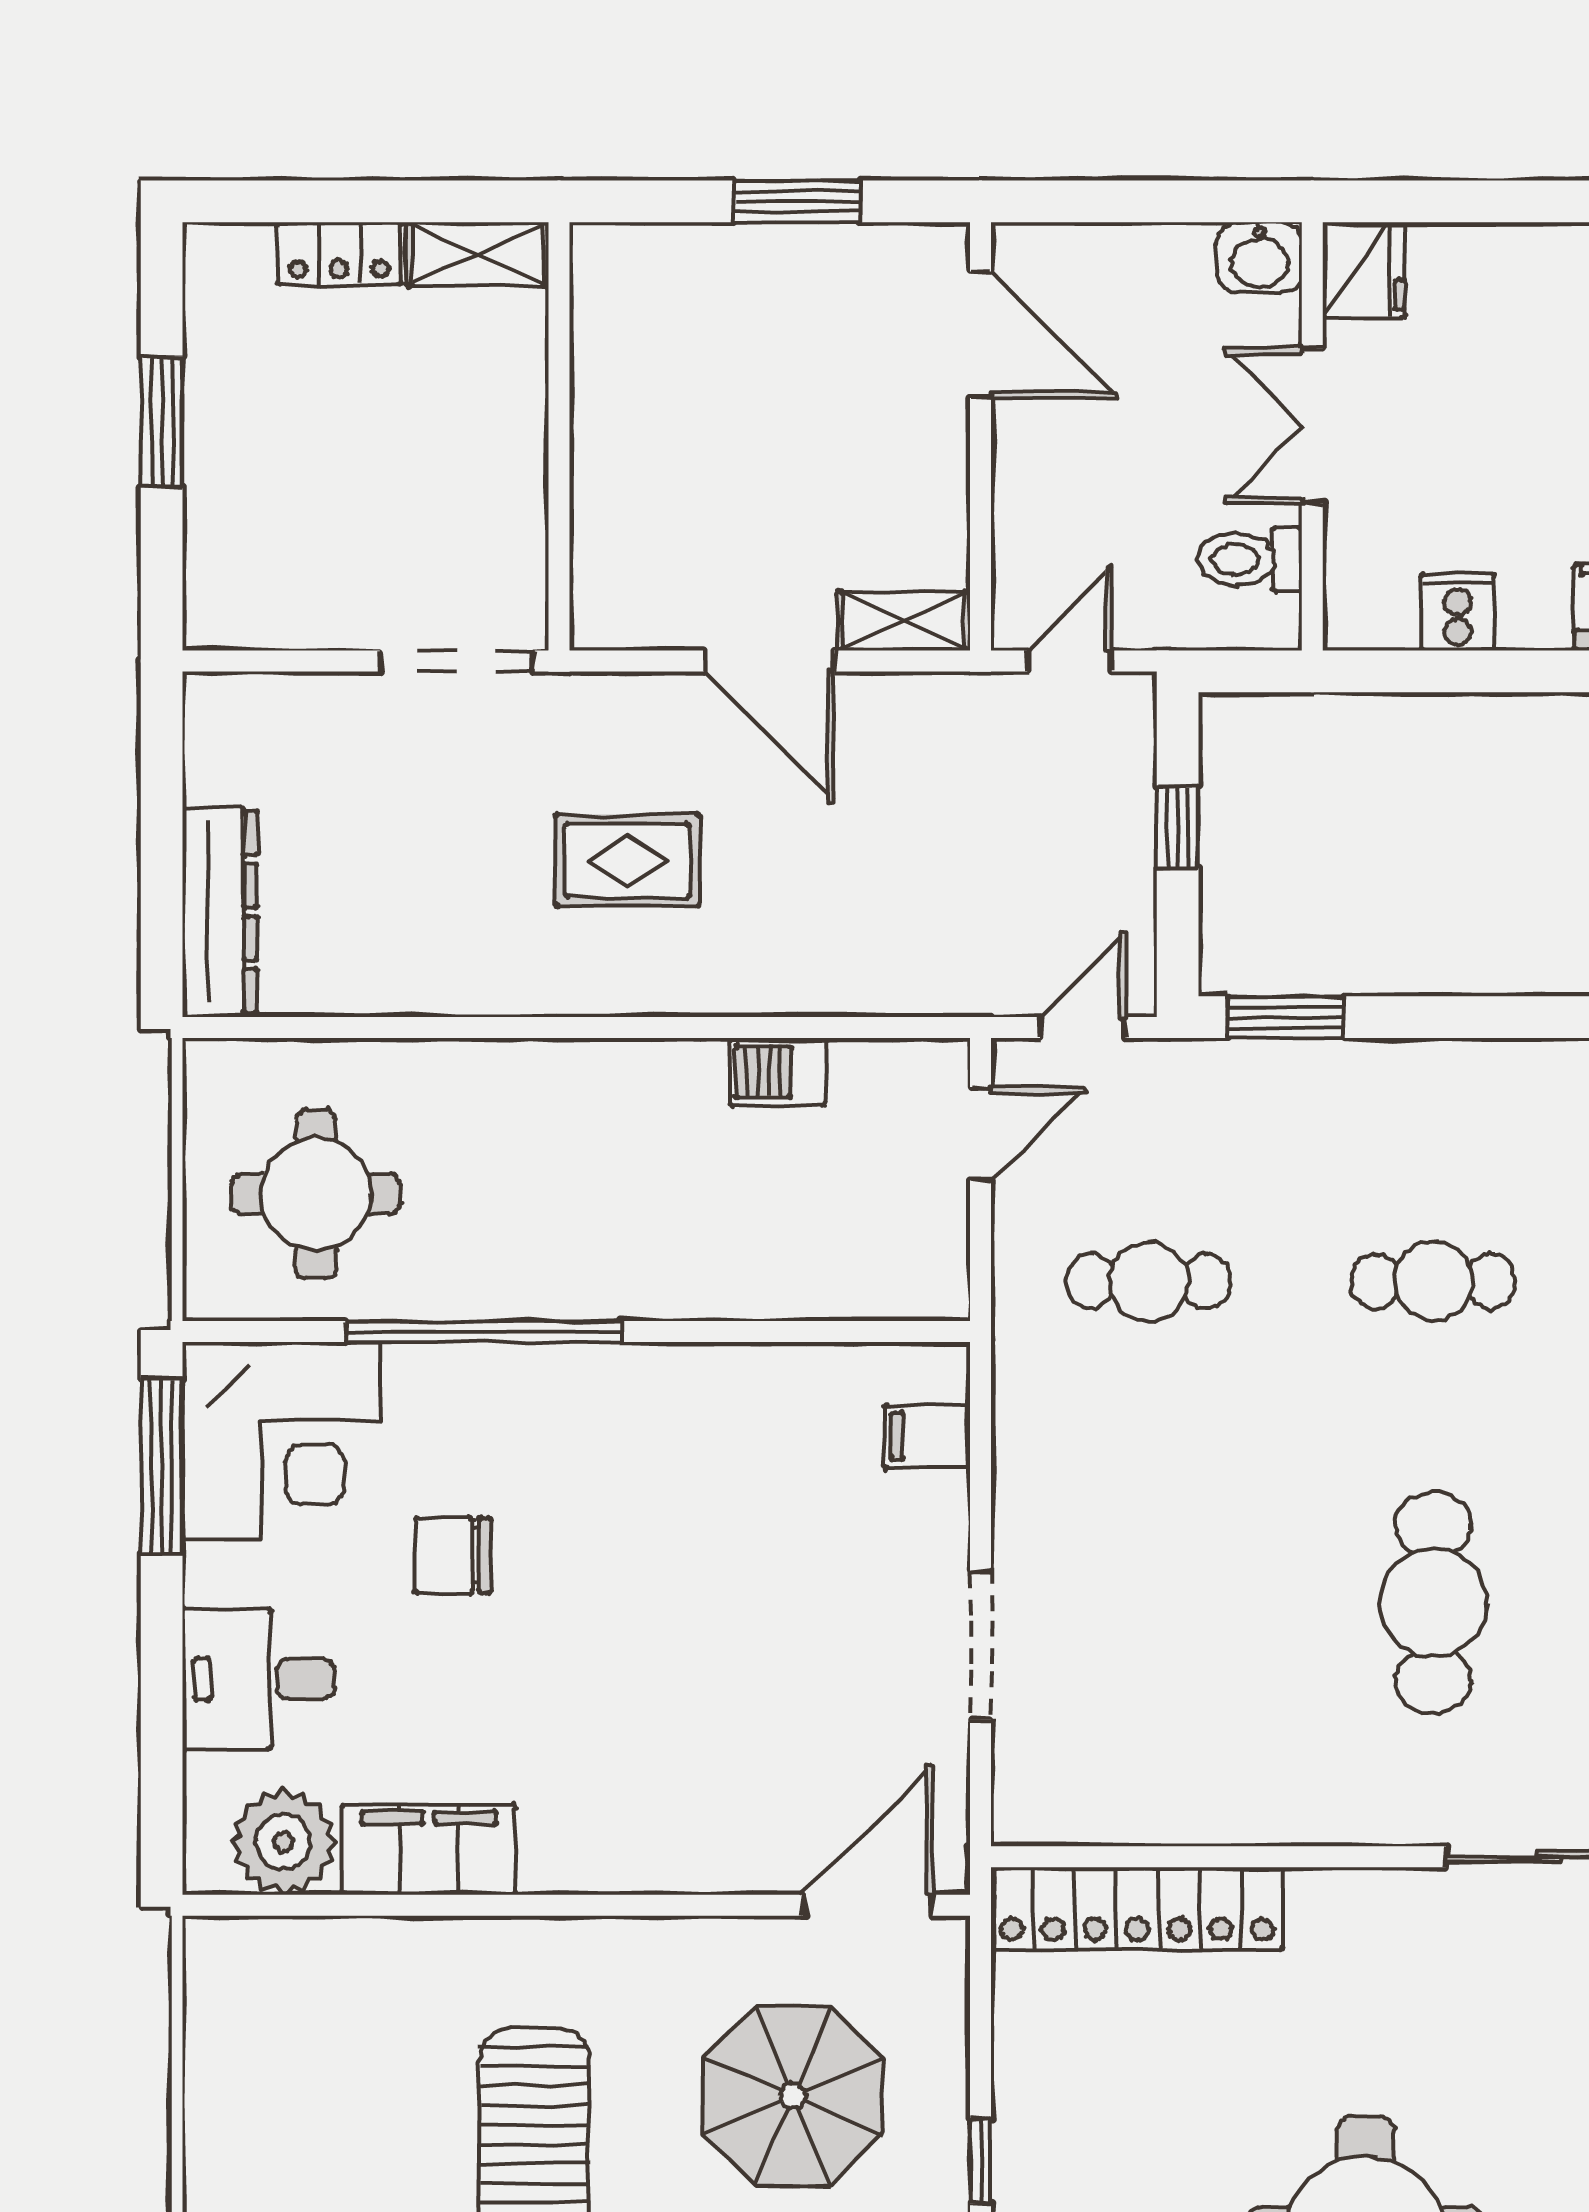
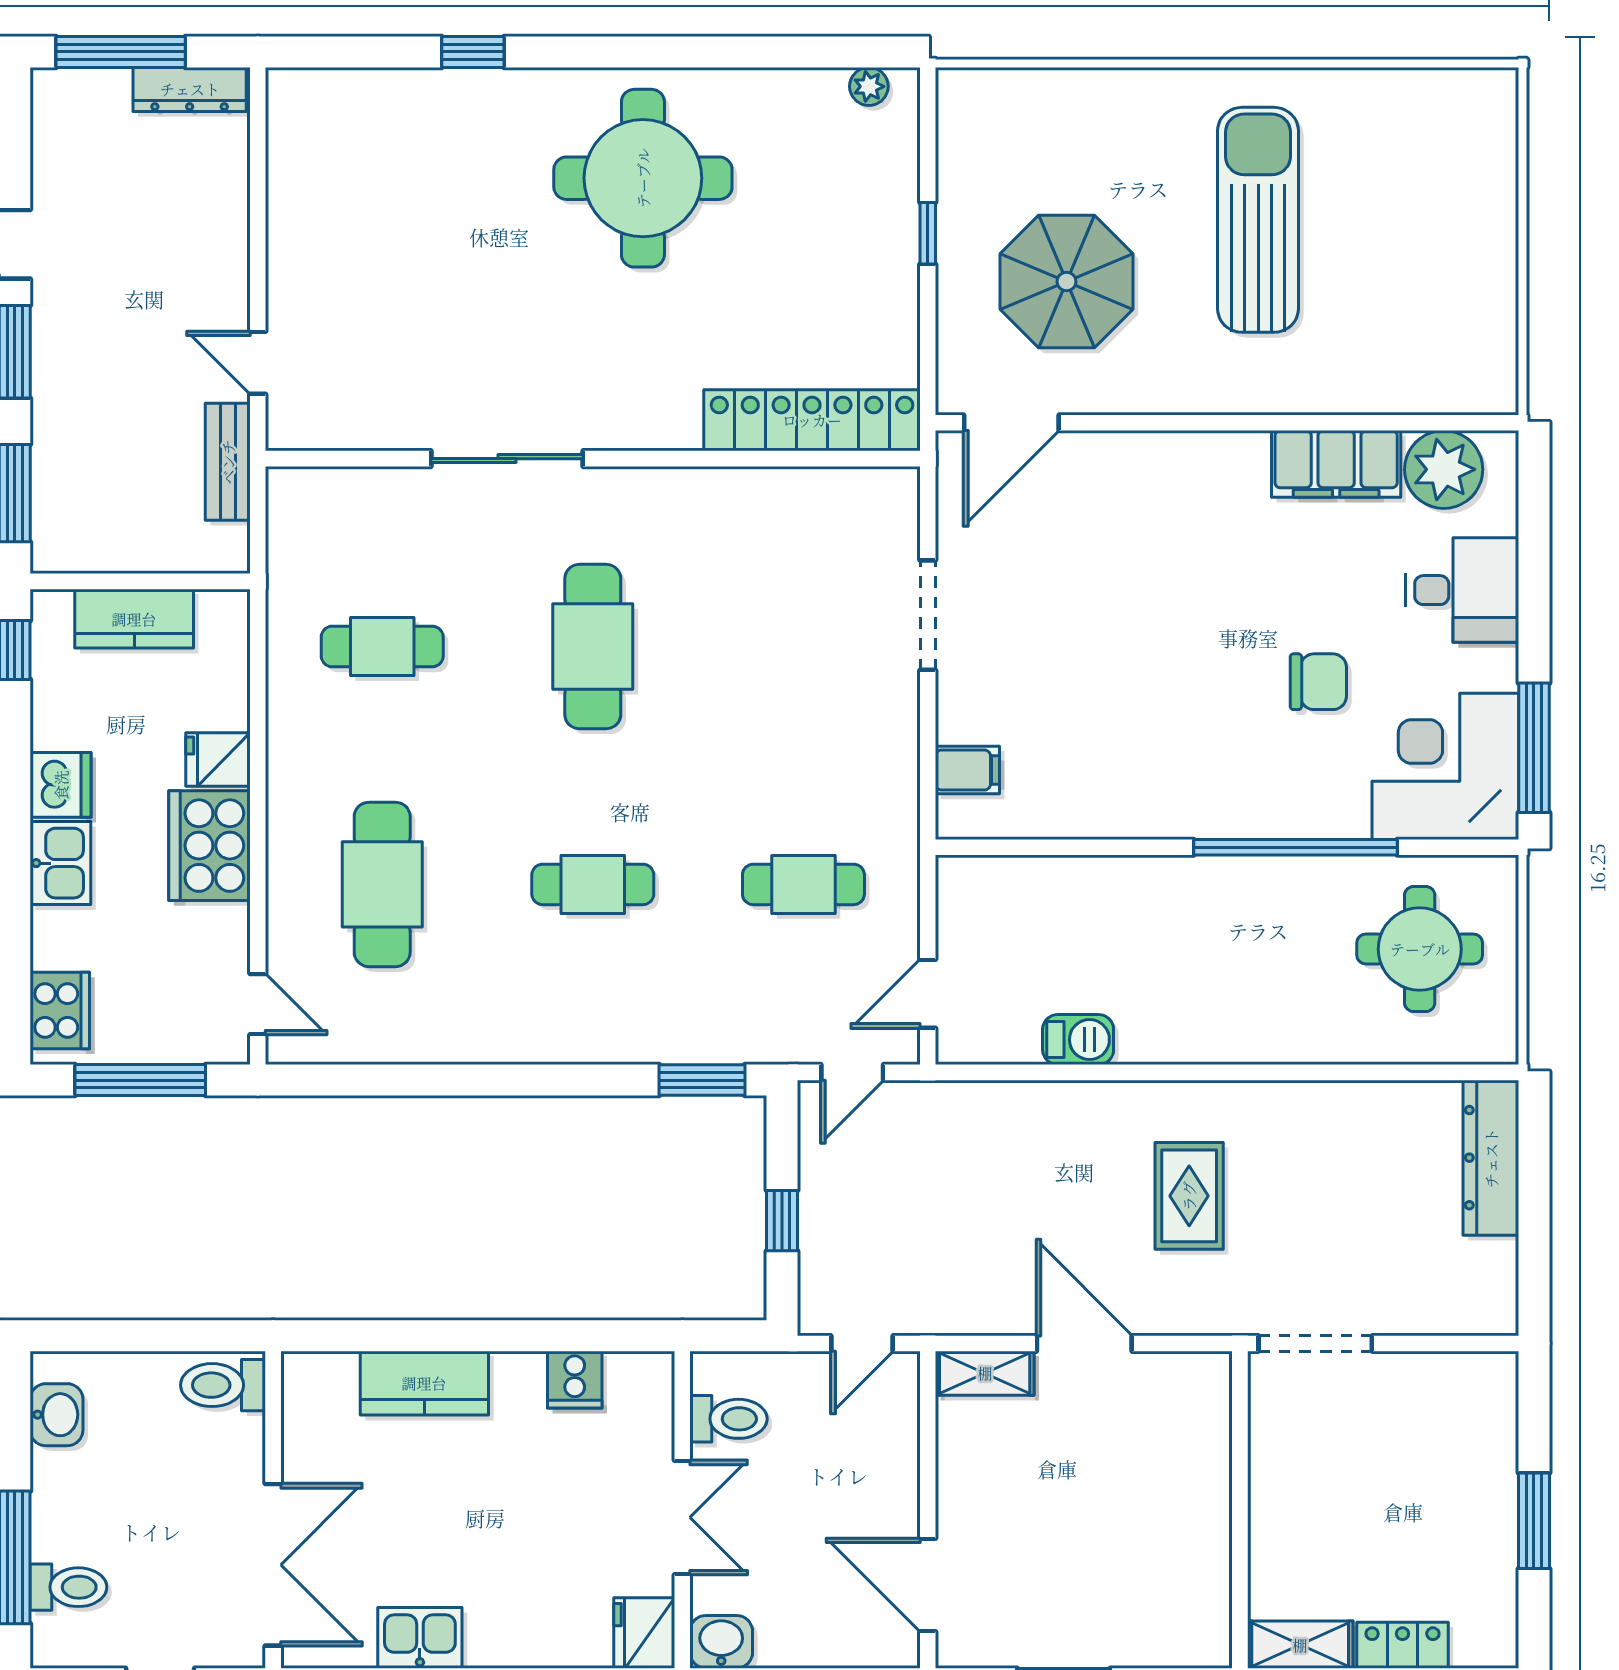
rug: (628, 860) -> (1189, 1196), turned 90

